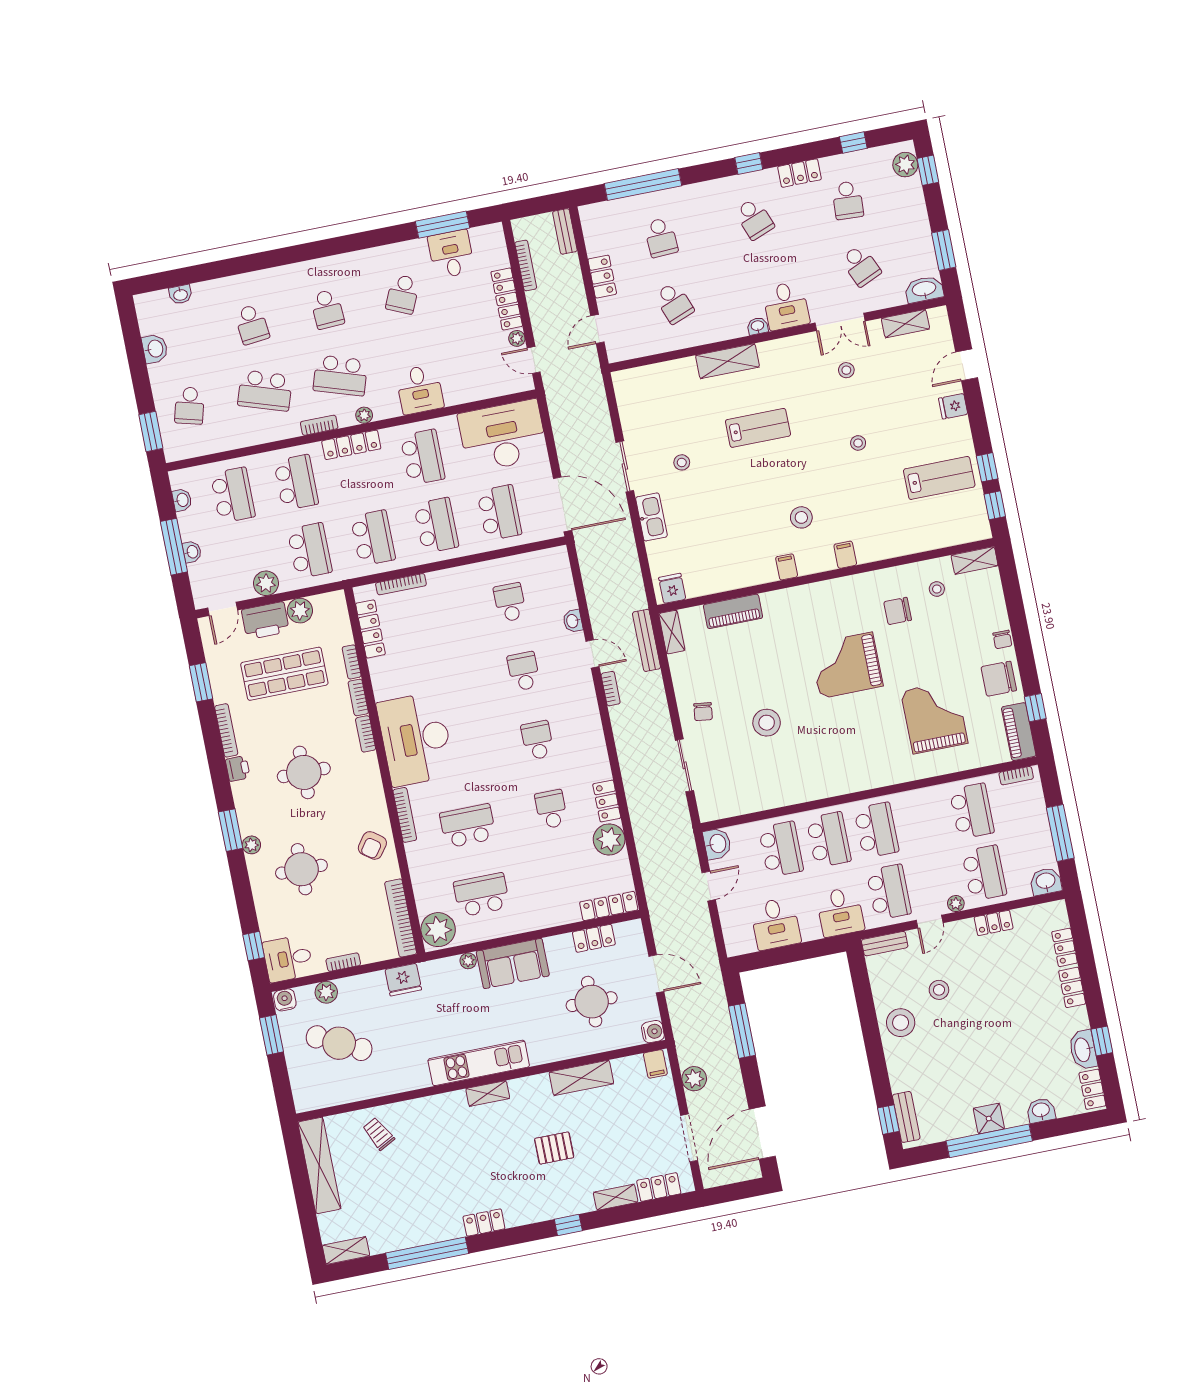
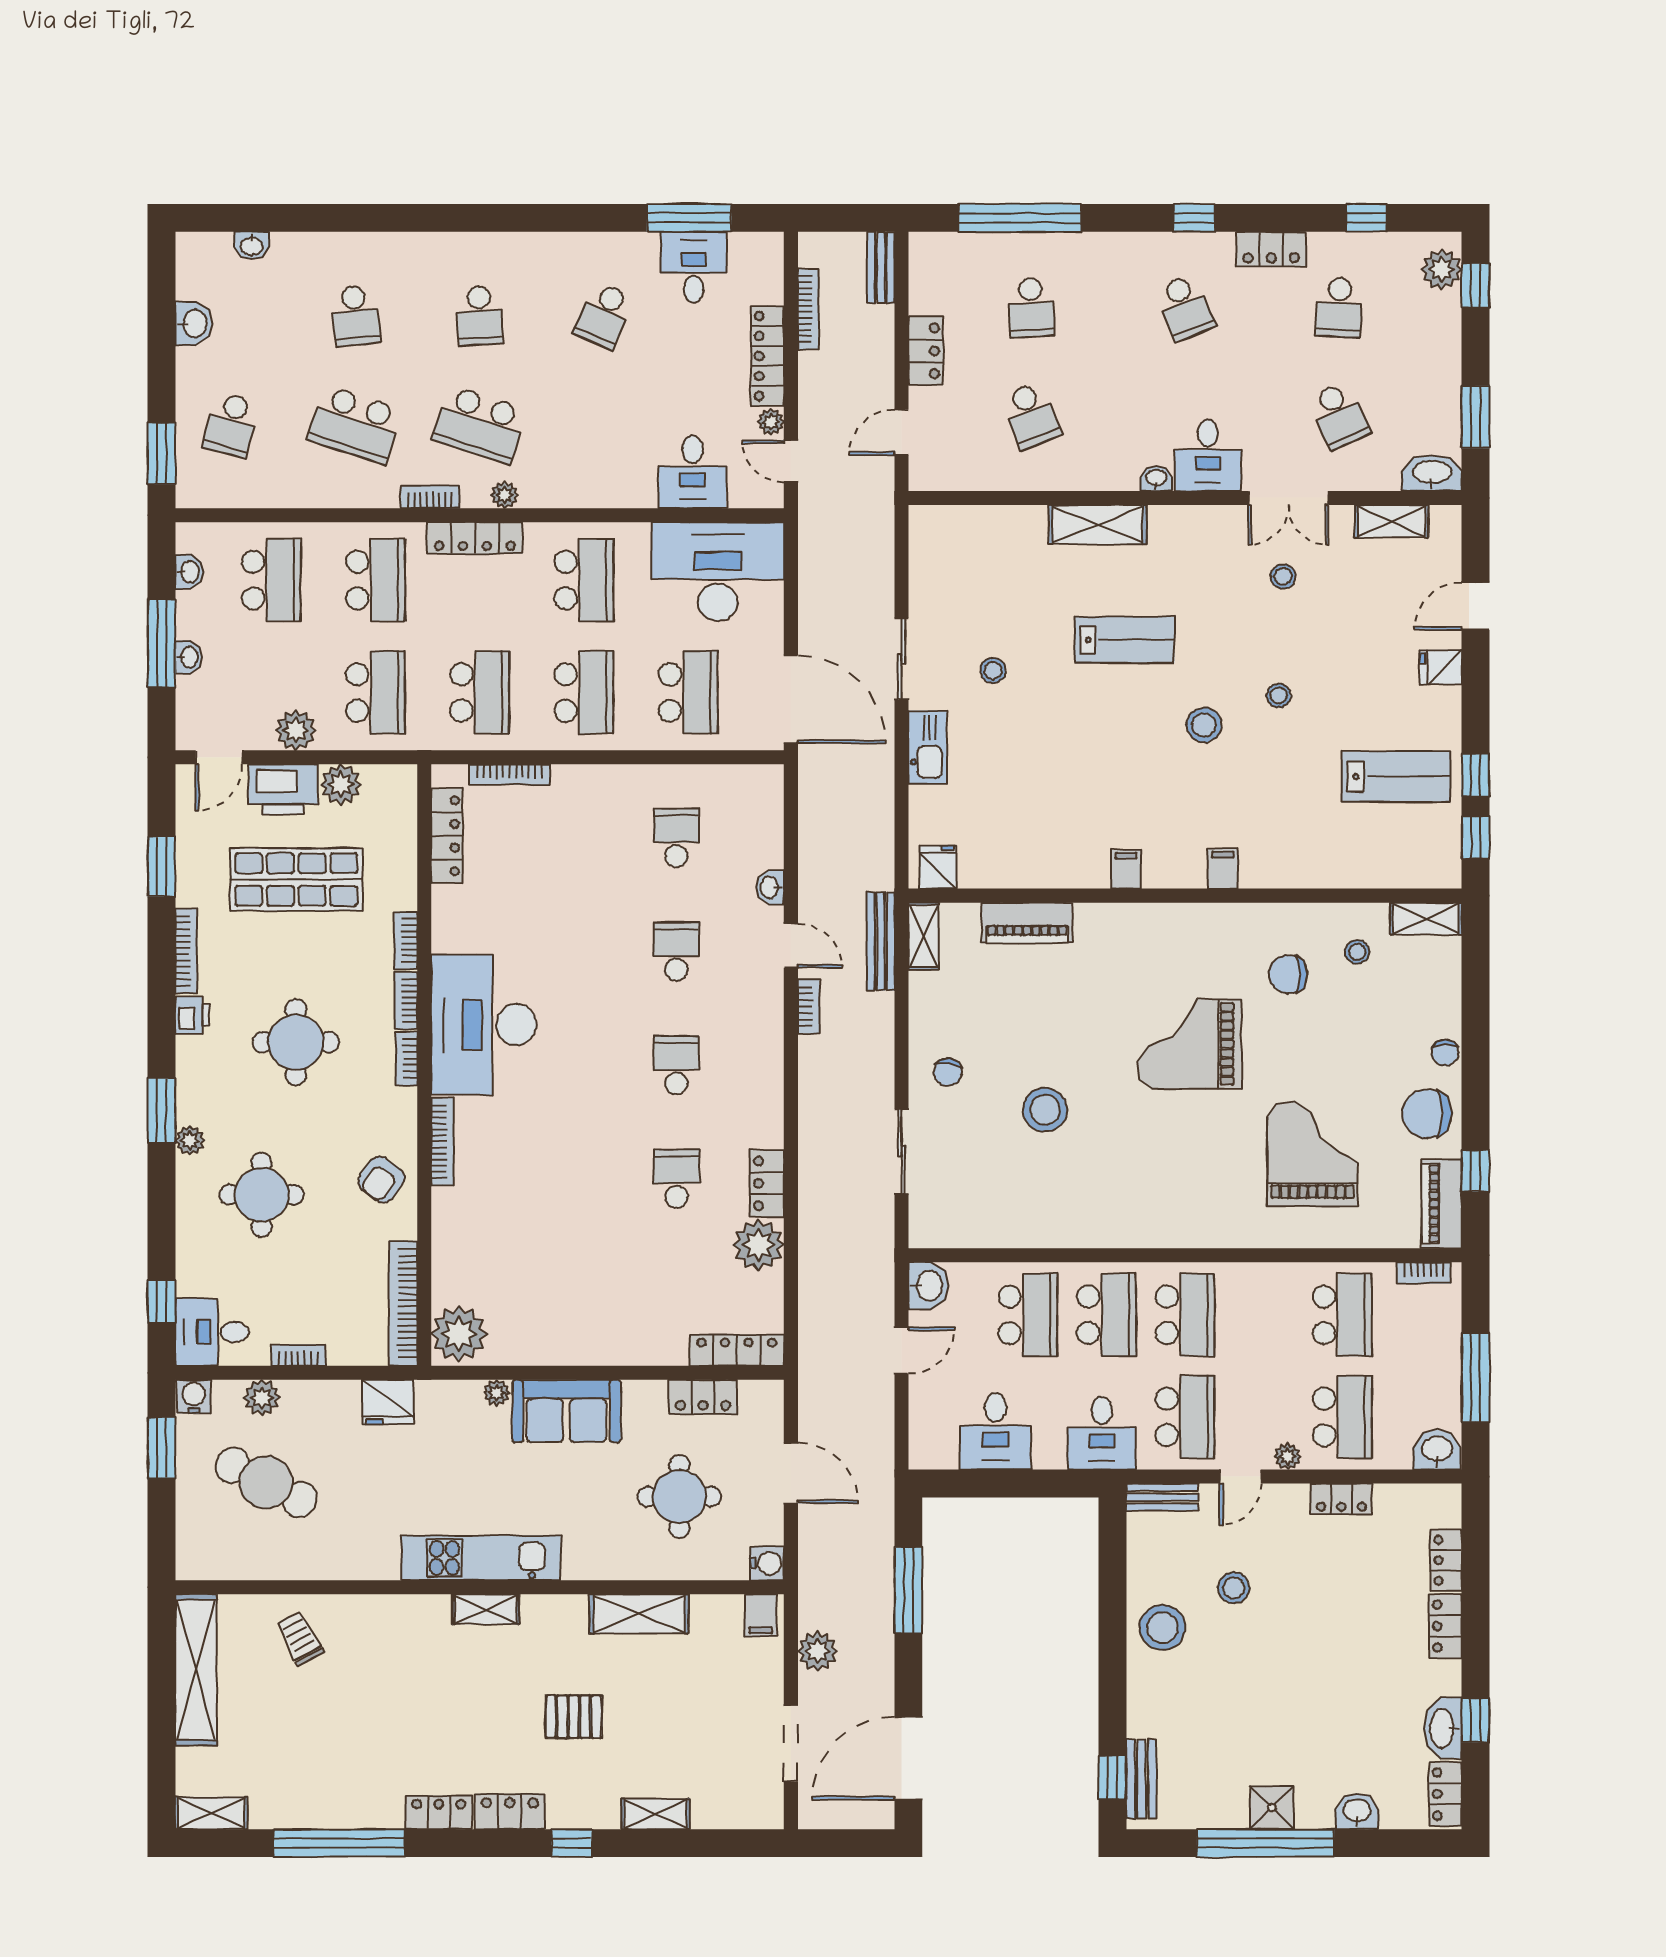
desk: (420, 389) -> (693, 472), moved
stool: (801, 517) -> (1204, 725), moved
bookcase: (352, 662) -> (407, 1059), moved
school desk: (468, 826) -> (539, 1179), removed
school desk: (482, 895) -> (539, 1292), removed
locker: (659, 1187) -> (510, 1812), moved

